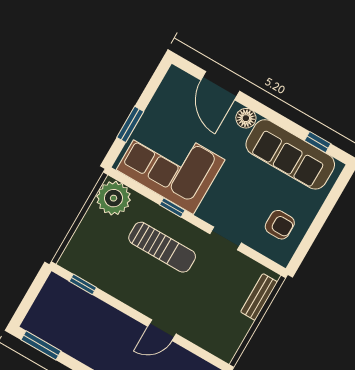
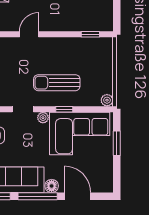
window: (271, 115) -> (38, 196), added
plant: (114, 198) -> (107, 100), width x0.53, depth x0.53
plant: (206, 213) -> (43, 118), added

